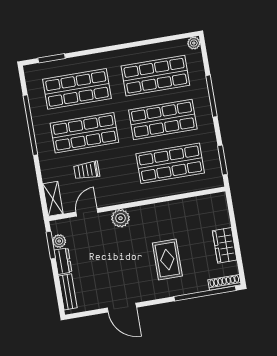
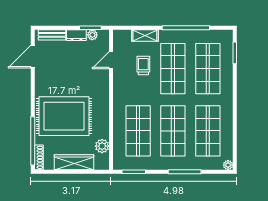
shelving: (53, 199) -> (145, 36), moved
door: (87, 212) -> (111, 60), swing flipped
plant: (120, 218) -> (102, 146), moved
wardrobe: (225, 245) -> (74, 162), width x1.50
rug: (167, 260) -> (64, 116), width x1.86, depth x2.06
door: (122, 308) -> (33, 57), moved

